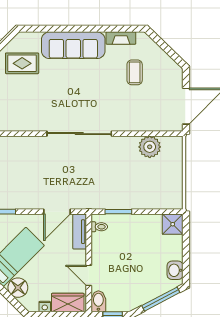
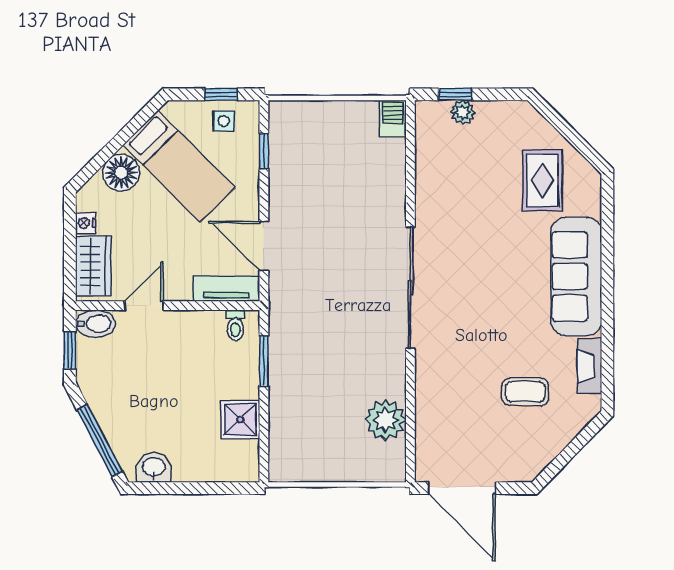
shower: (173, 224) -> (240, 420), moved

